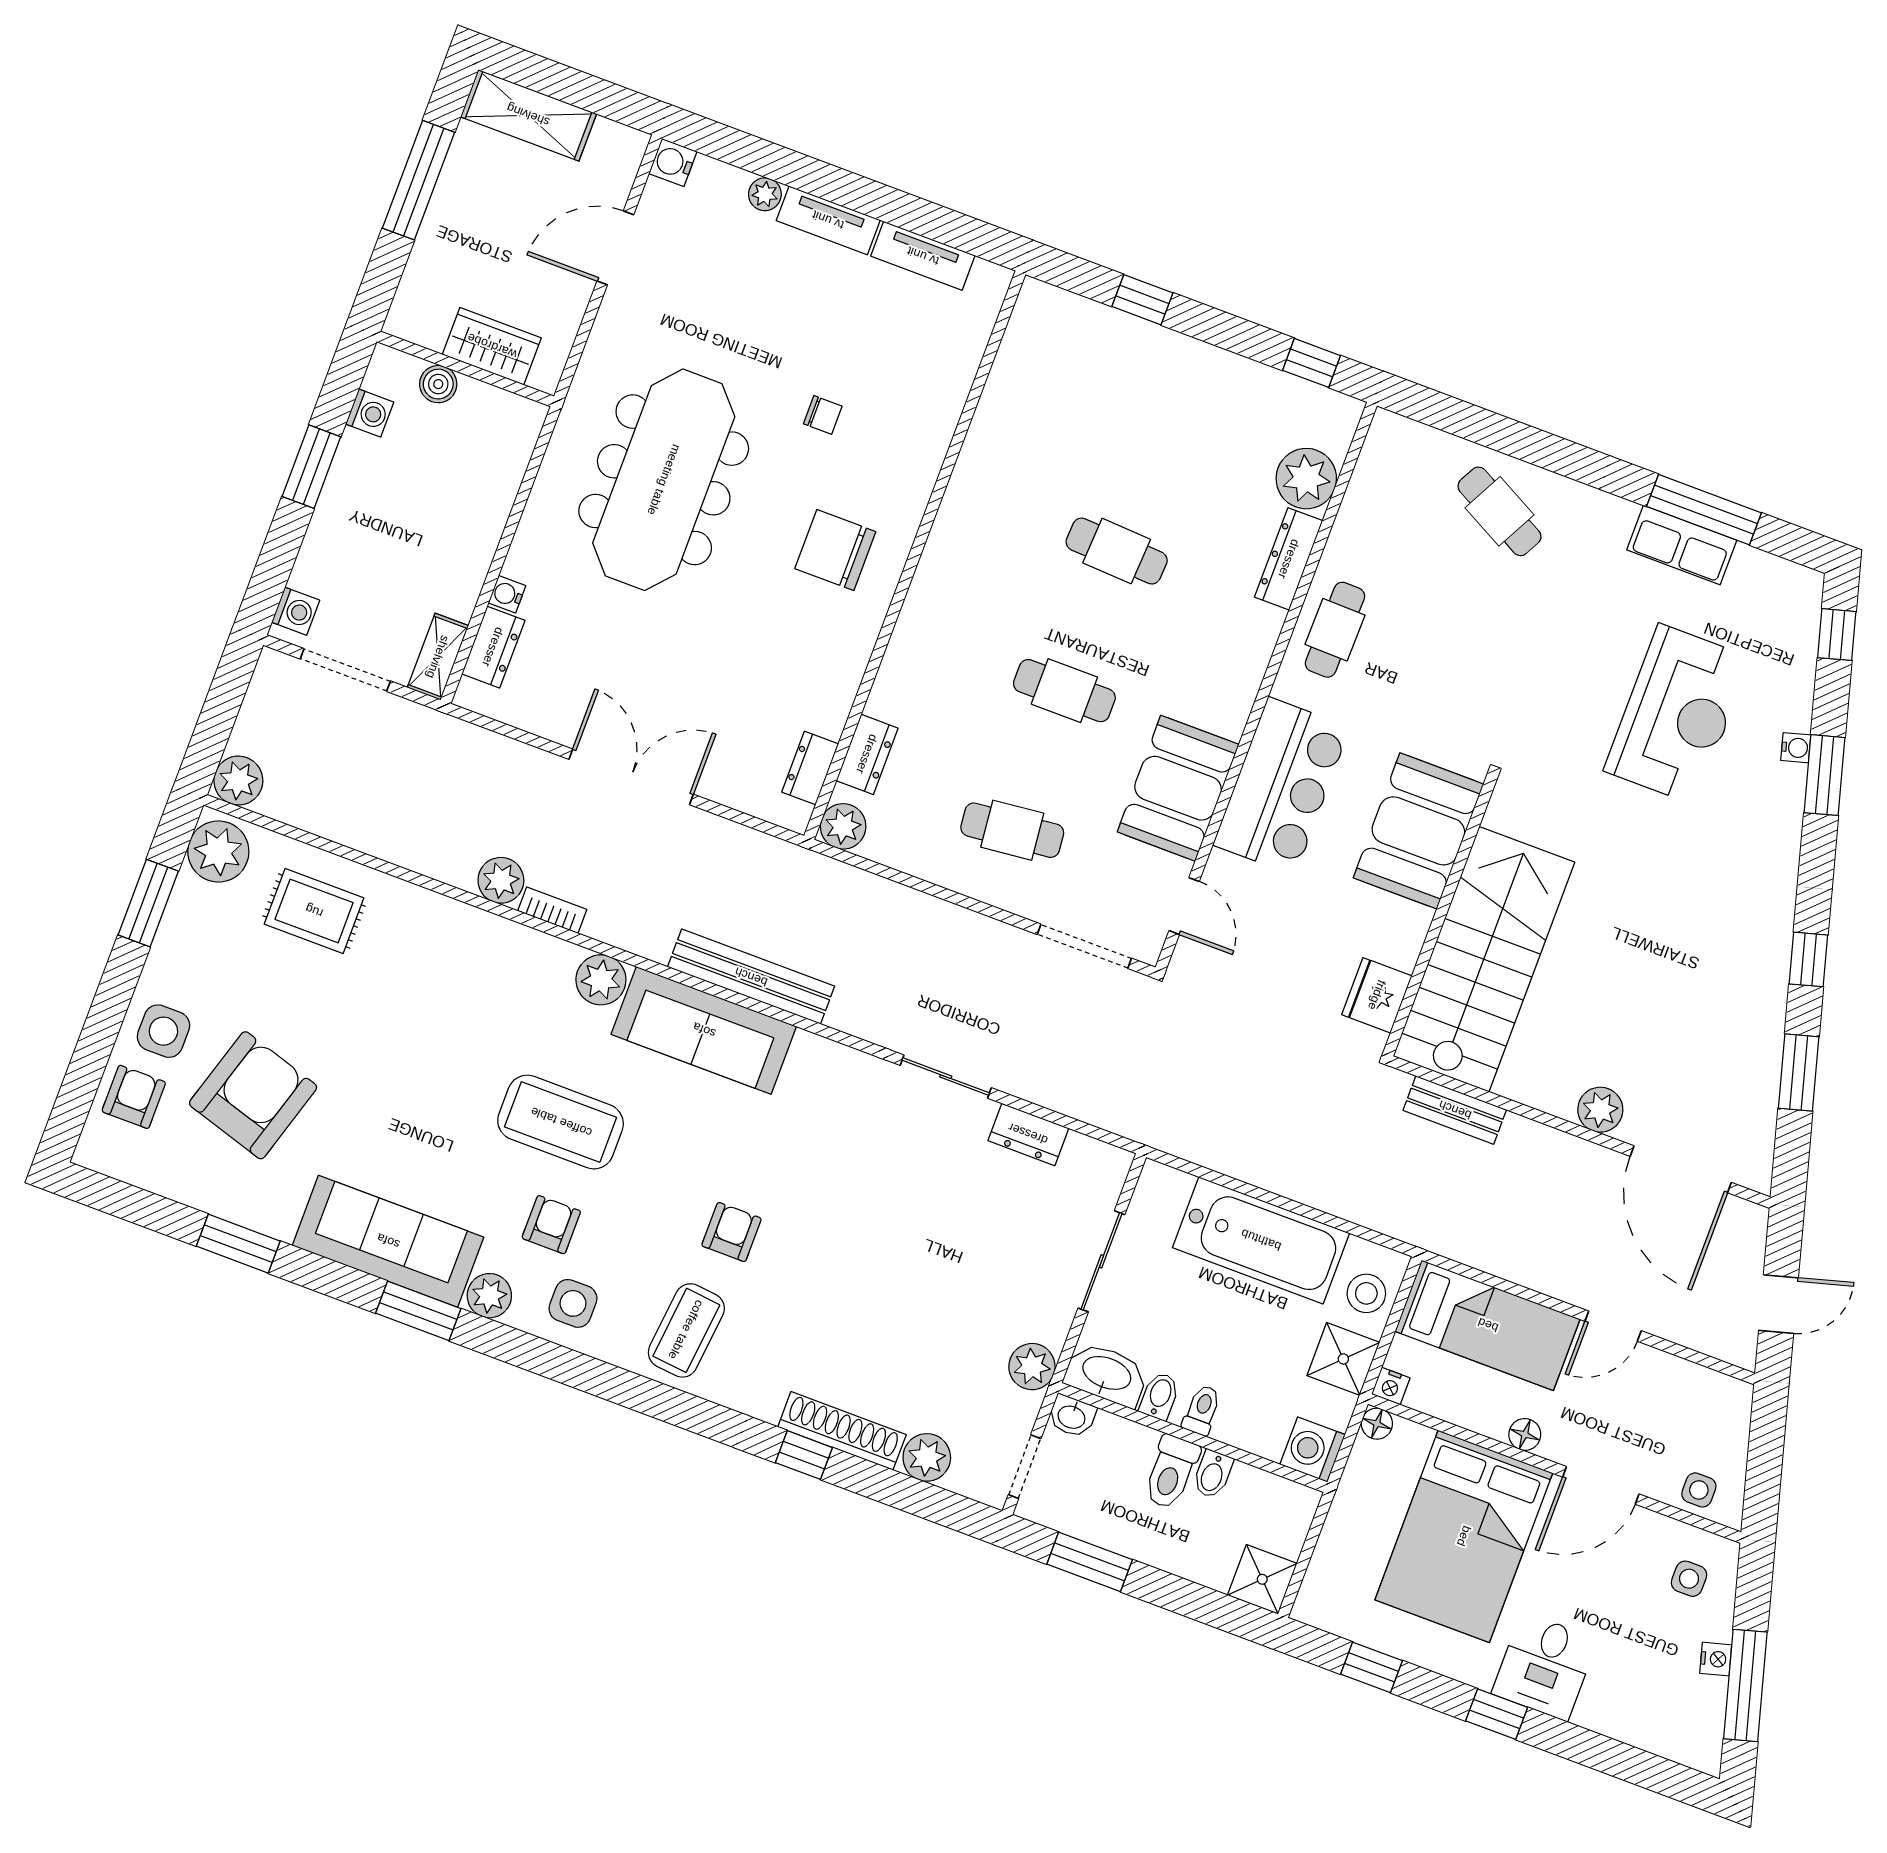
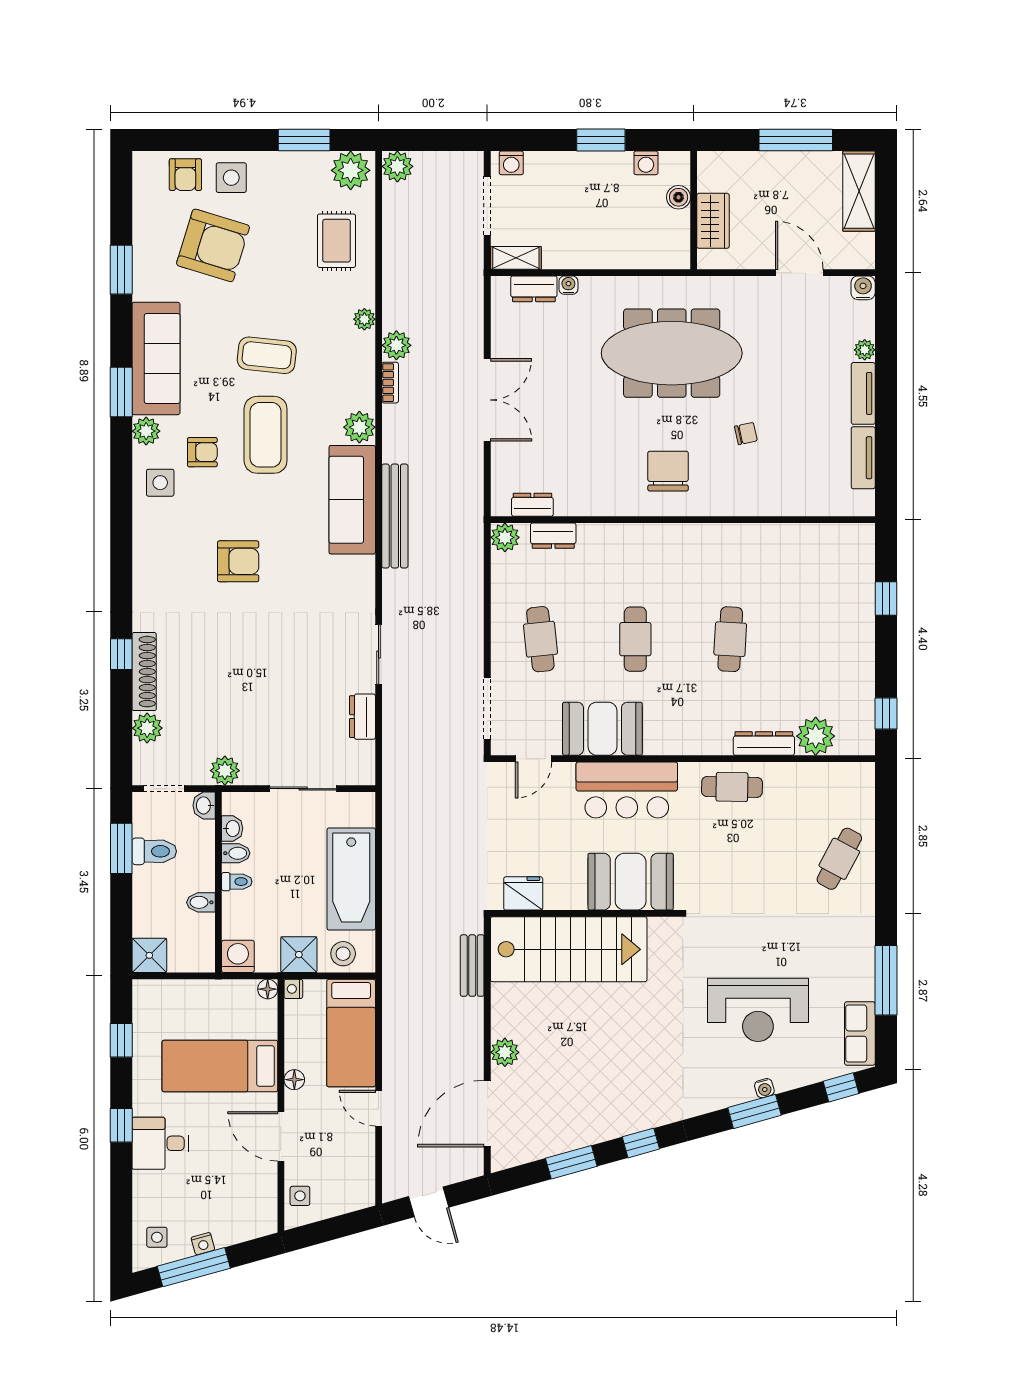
chair: (823, 415) -> (746, 434), turned -102
row of seats: (1682, 545) -> (860, 1034), moved
plant: (445, 913) -> (364, 319), added
armchair: (134, 1097) -> (185, 175), turned 90
armchair: (732, 1232) -> (238, 561), width x1.38, depth x1.38
coffee table: (686, 1330) -> (267, 355), moved
washbasin: (1106, 1374) -> (232, 828), width x0.52, depth x0.69
toilet: (1171, 1472) -> (154, 851), moved, turned 180
bed: (1464, 1536) -> (220, 1066), width x0.67
side table: (1689, 1579) -> (157, 1237), moved

